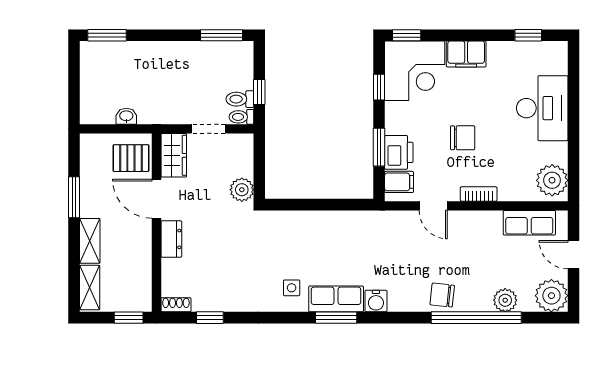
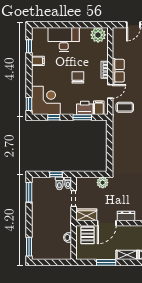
filing cabinet: (466, 54) -> (38, 61), moved, width x0.50
row of seats: (529, 223) -> (118, 71), moved
coffee table: (400, 236) -> (125, 107), added

